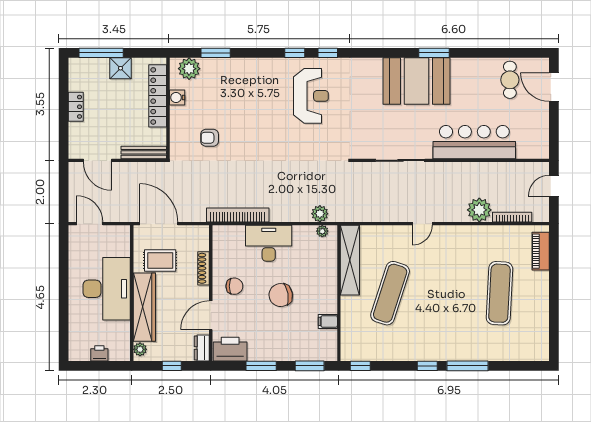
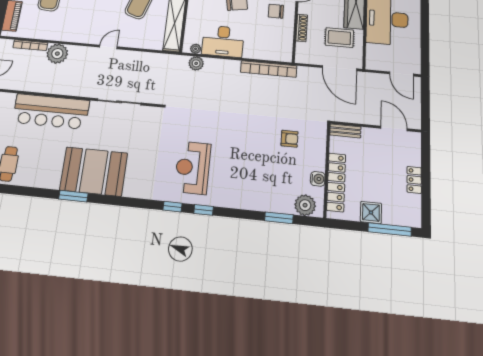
bench: (144, 152) -> (345, 131), width x0.73
desk: (269, 243) -> (223, 41), moved

